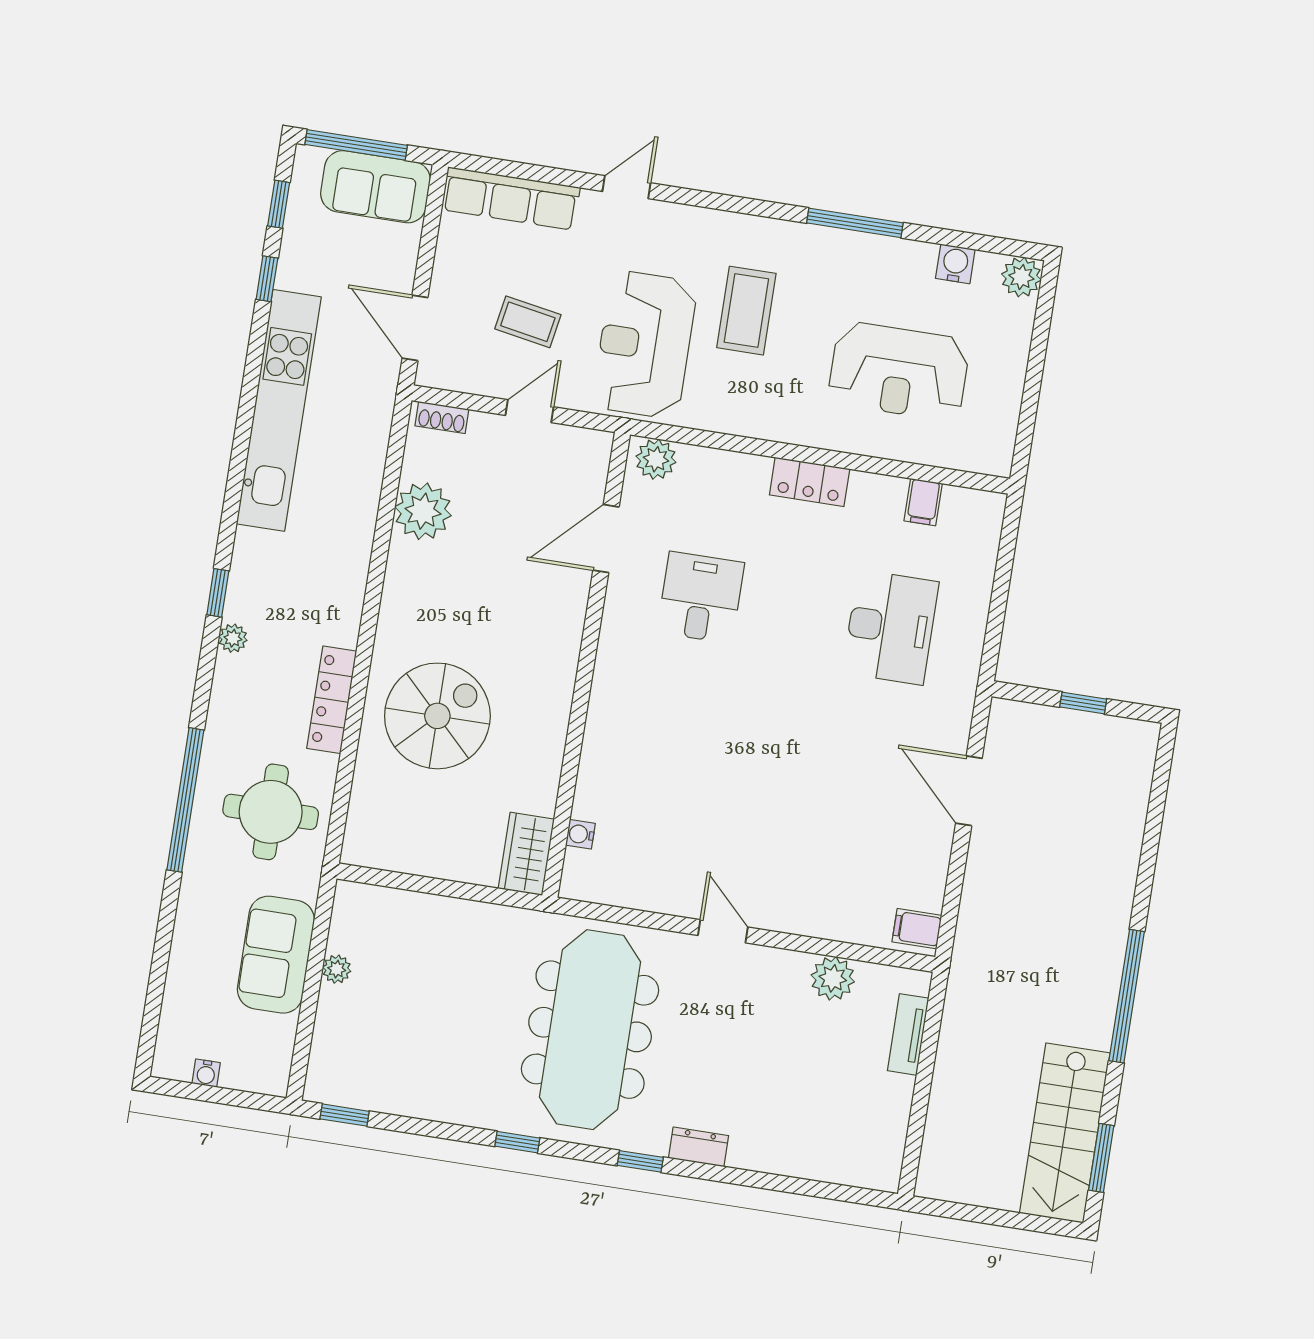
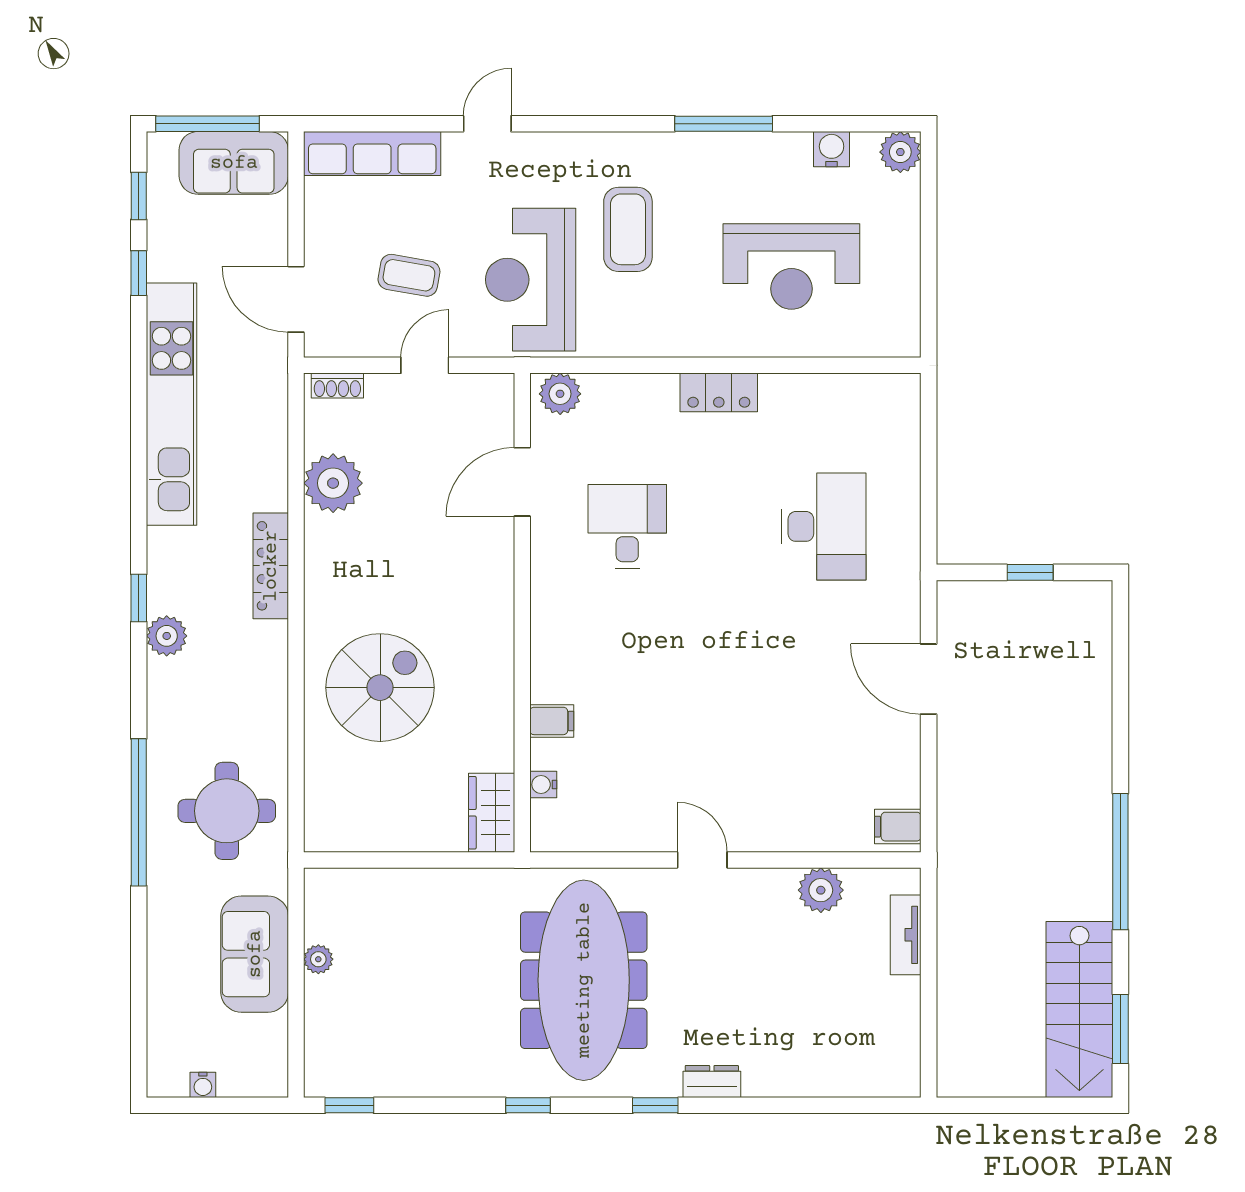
filing cabinet: (923, 502) -> (552, 721), moved, turned -90
plant: (233, 638) -> (167, 636), width x1.38, depth x1.38
locker: (332, 700) -> (271, 566), moved

